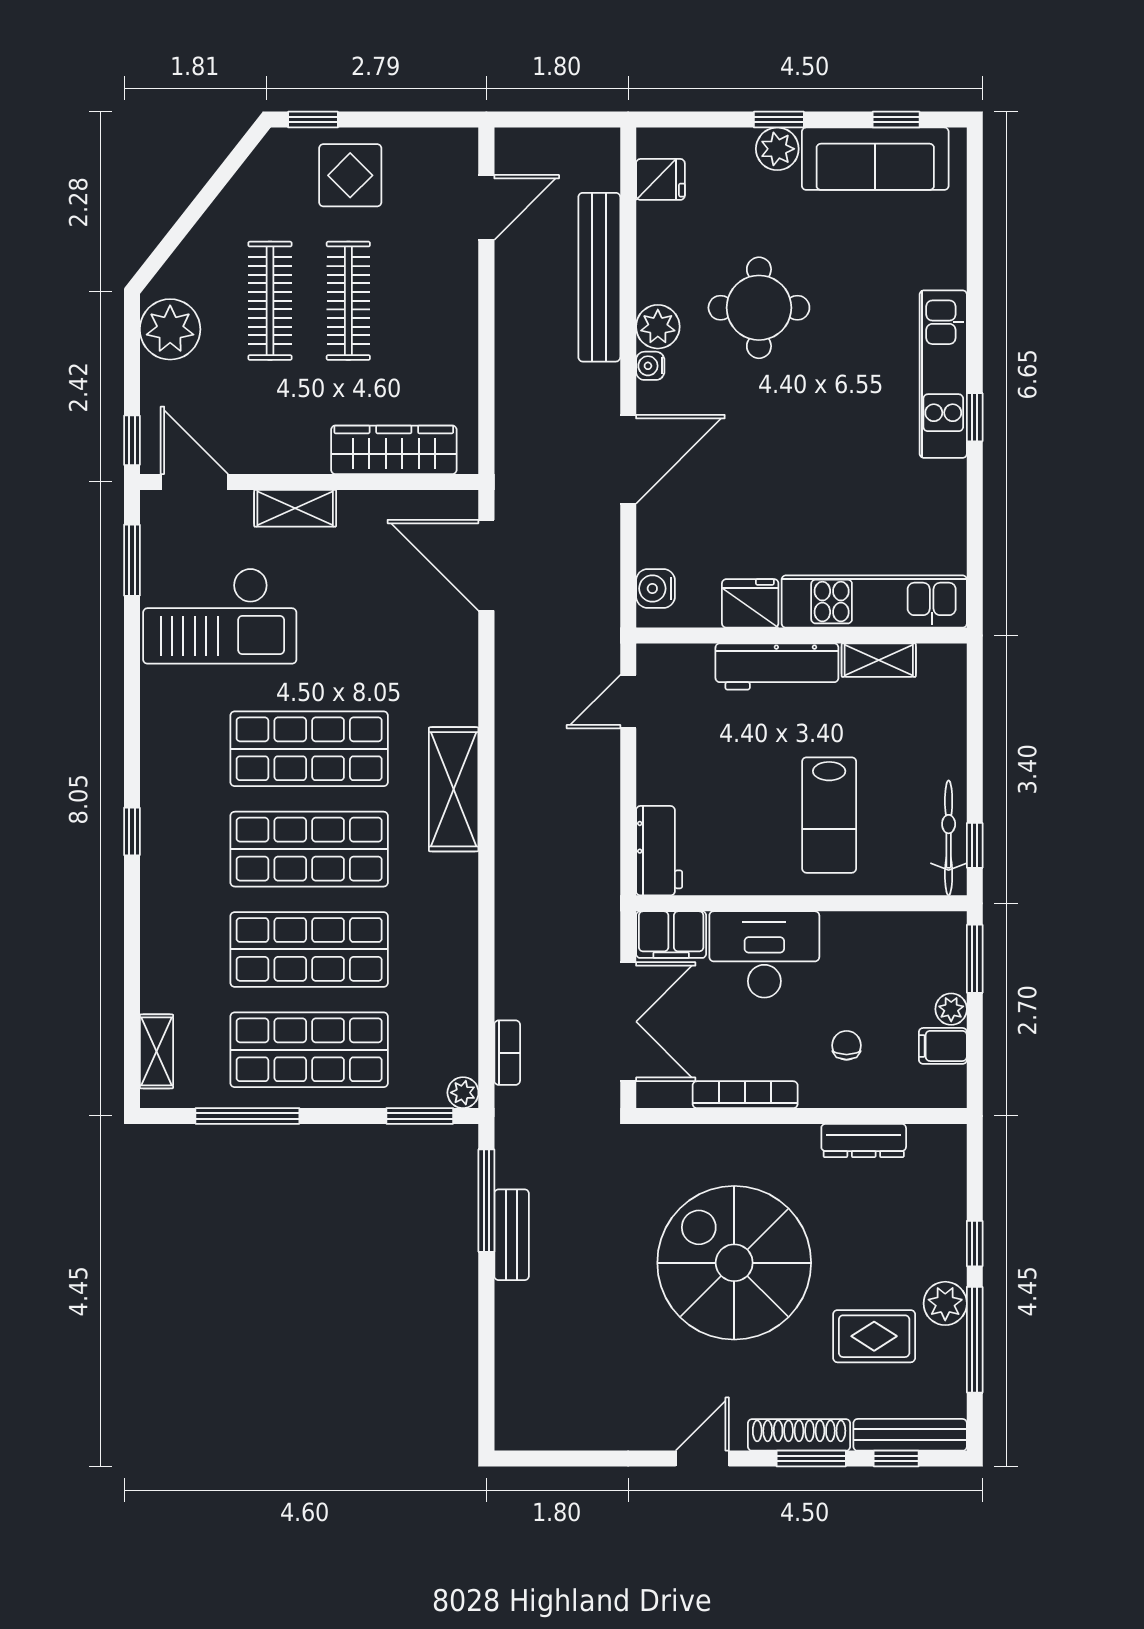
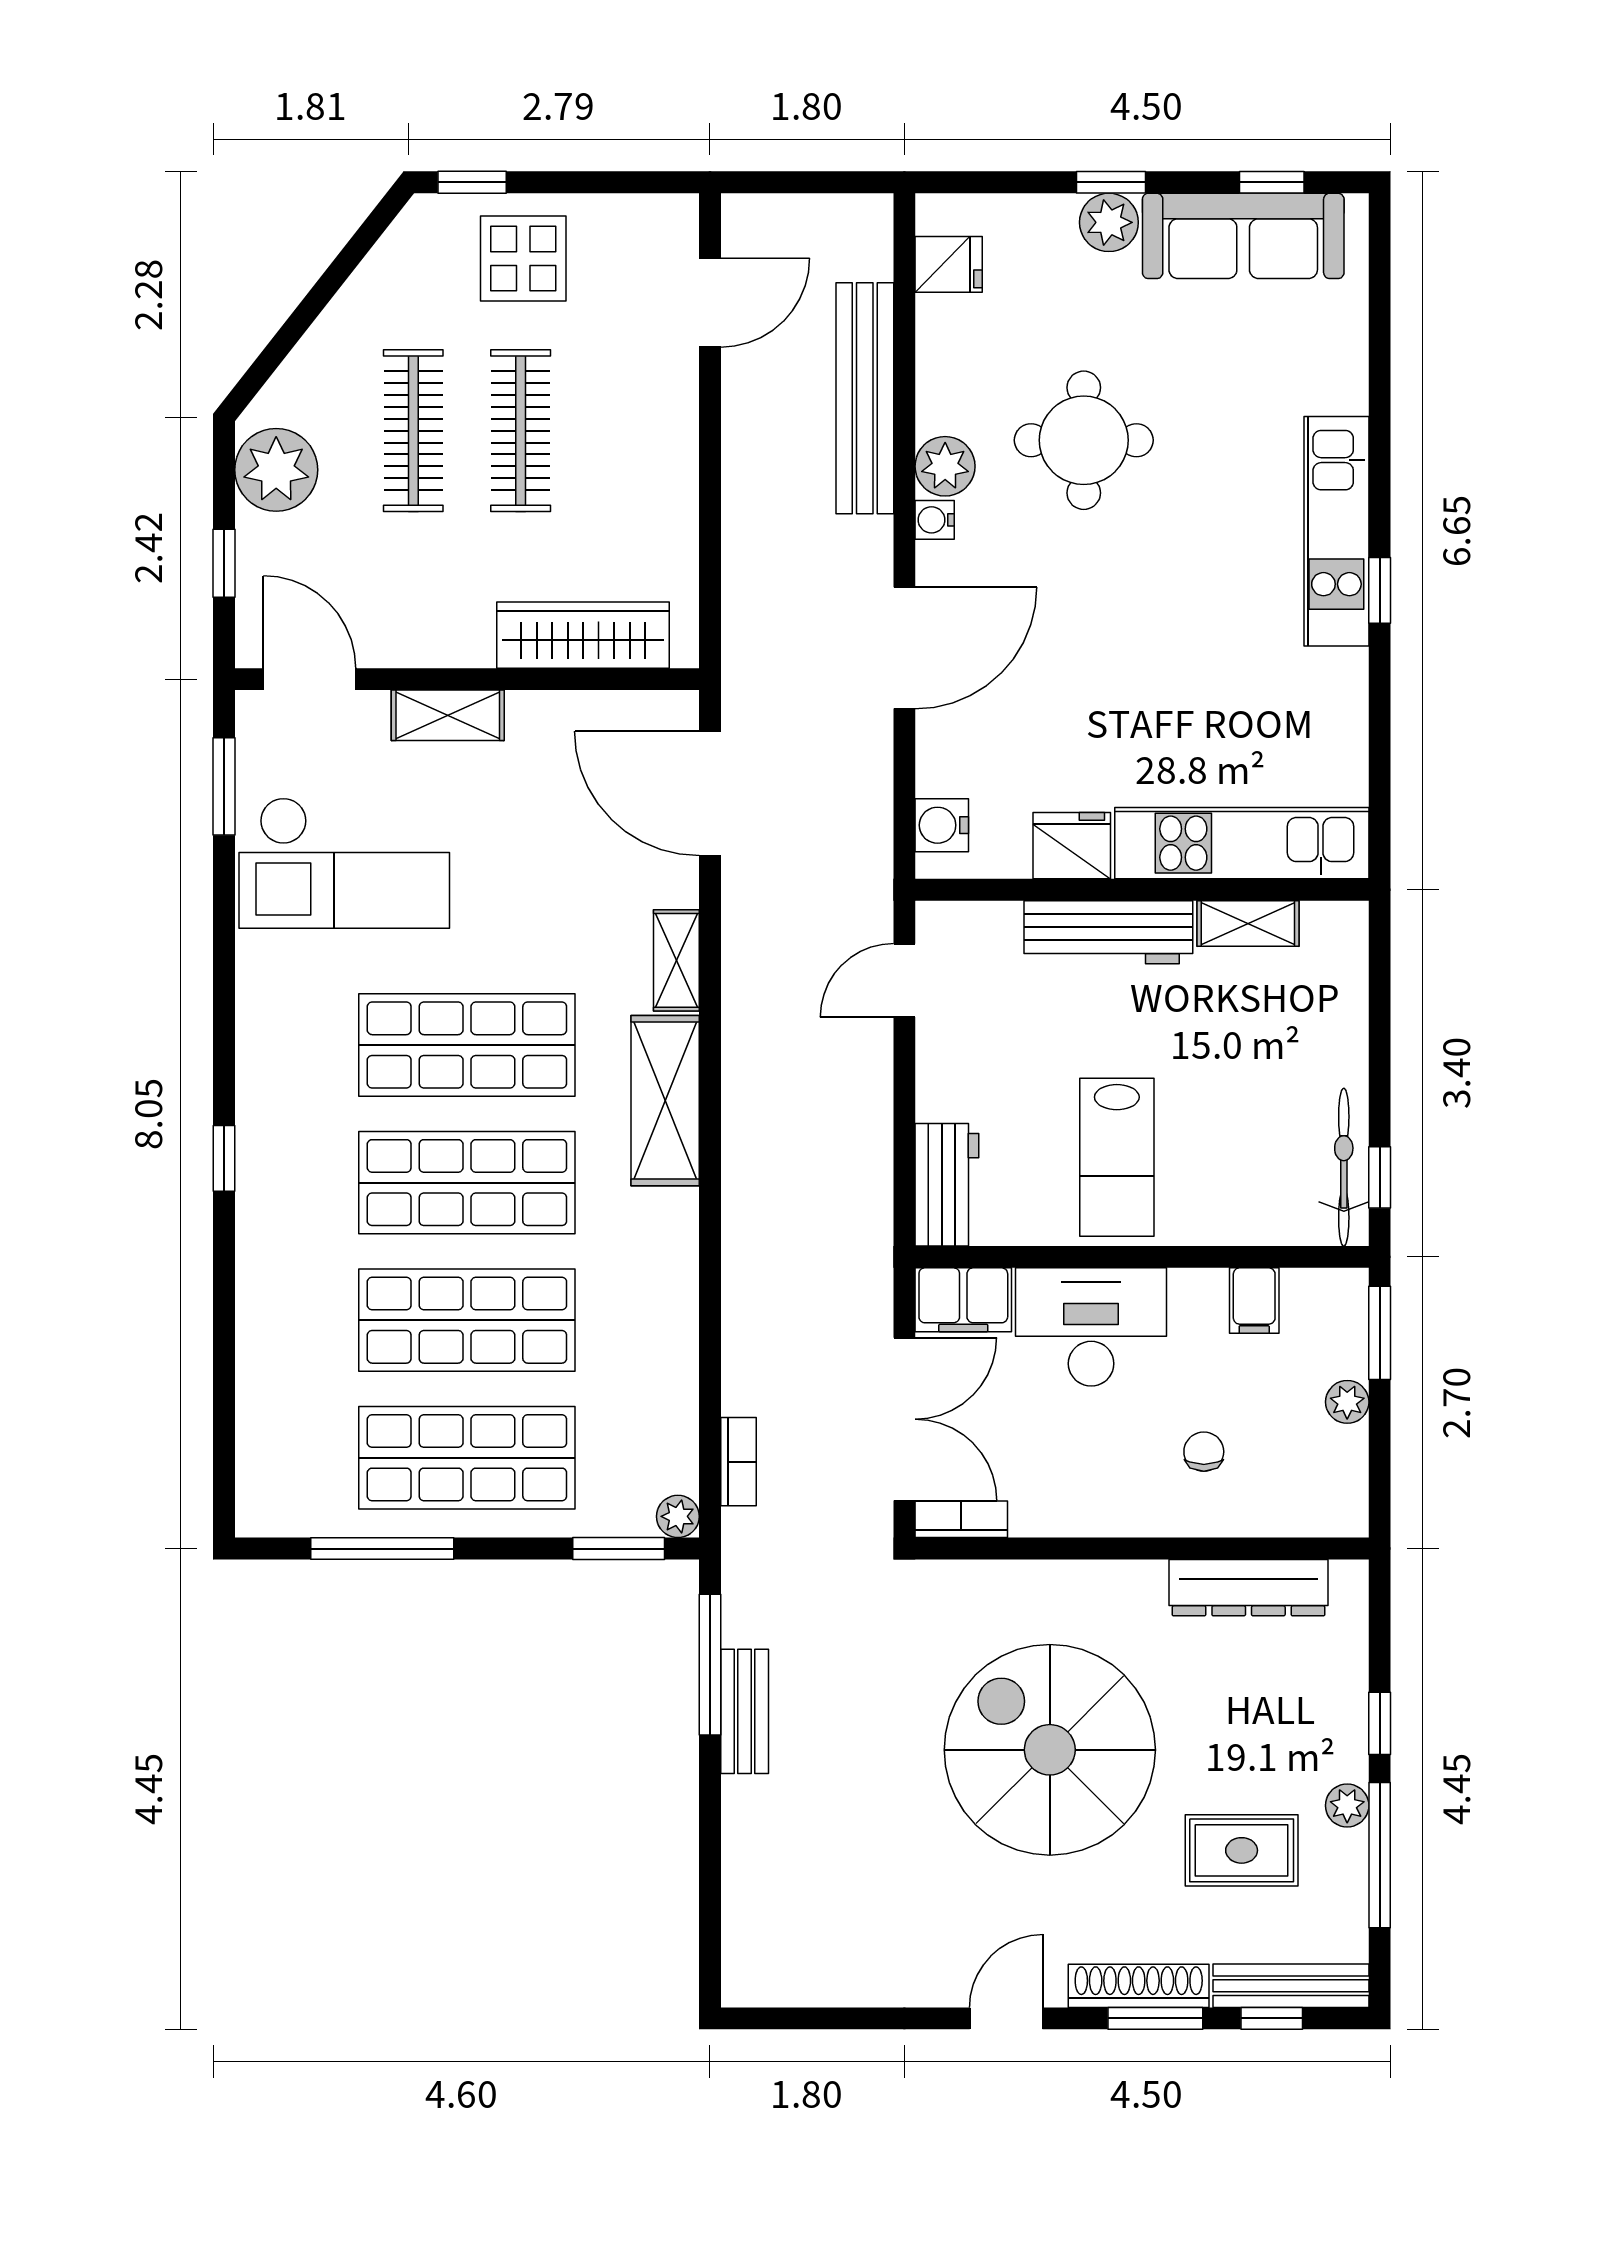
window: (132, 440) -> (224, 563), moved
lab bench: (829, 815) -> (1117, 1157), moved
filing cabinet: (943, 1046) -> (1254, 1301), moved, turned -90
shelving: (156, 1051) -> (676, 960), moved
bookcase: (745, 1095) -> (961, 1519), moved, width x0.64
dresser: (864, 1140) -> (1249, 1588), width x1.37, depth x1.24
plant: (945, 1303) -> (1347, 1806), width x0.73, depth x0.73

